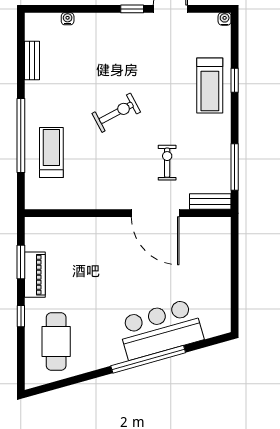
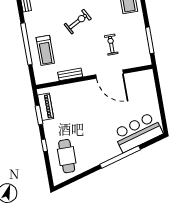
treadmill: (51, 152) -> (45, 50), turned 180
bench: (210, 202) -> (70, 74), moved
piano: (35, 275) -> (46, 107), moved
bar counter: (161, 329) -> (138, 132), moved

